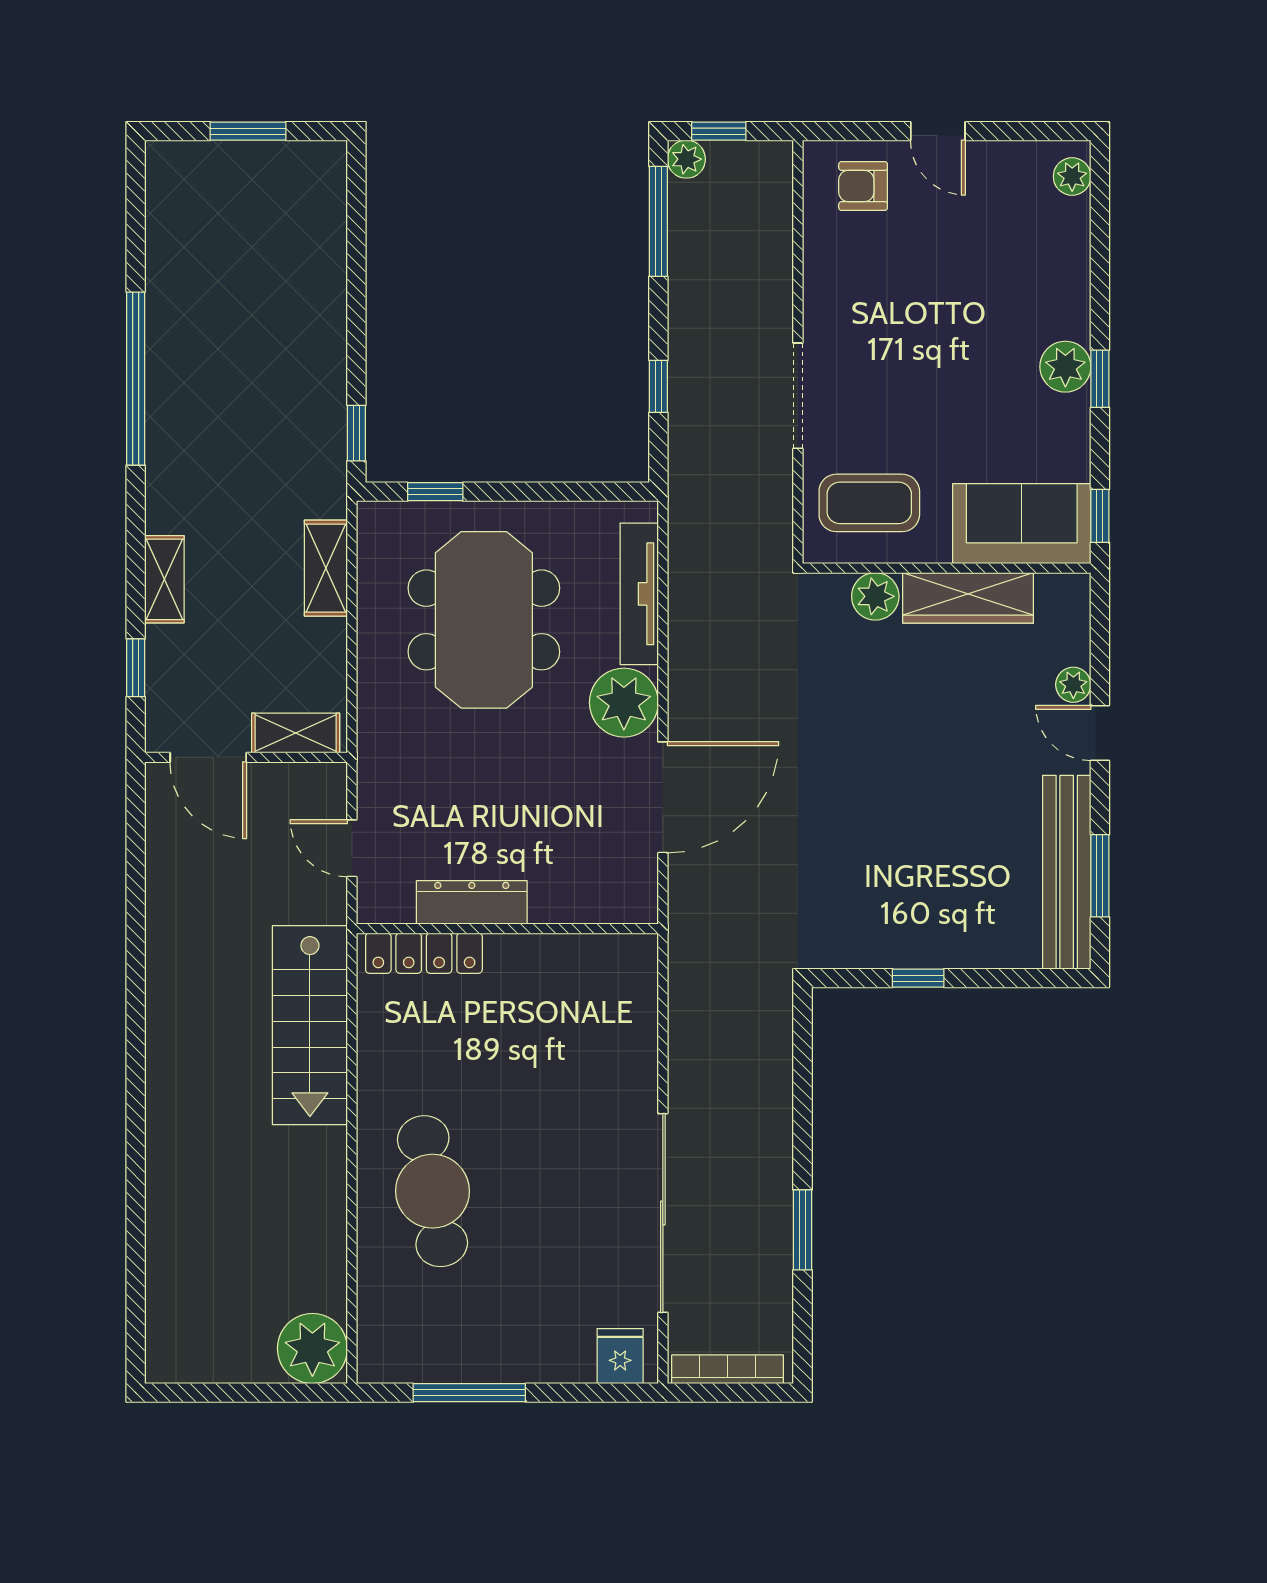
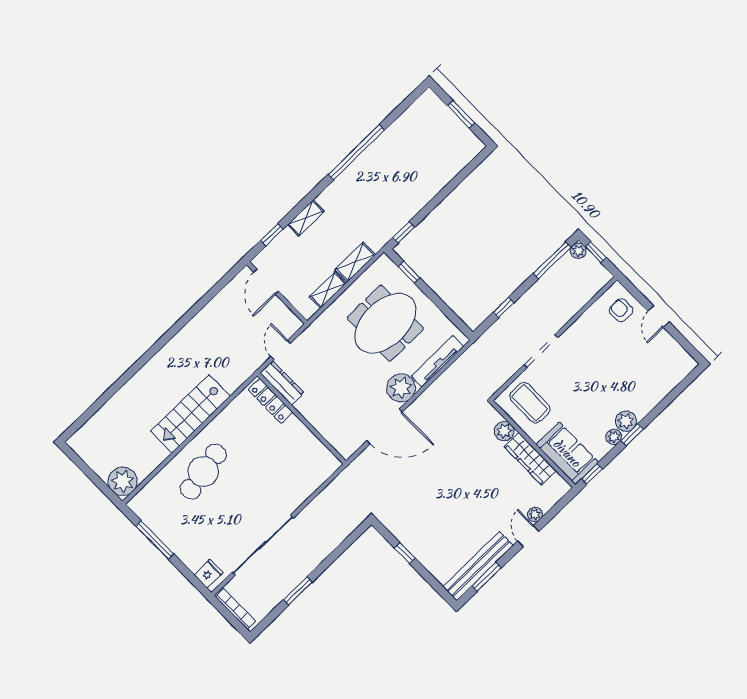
plant: (1072, 176) -> (614, 437), moved
shelving: (296, 733) -> (328, 290), moved, turned 90
dresser: (472, 902) -> (282, 383), moved
stairs: (310, 1025) -> (190, 414), moved

